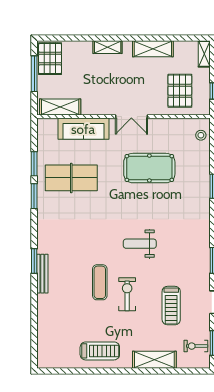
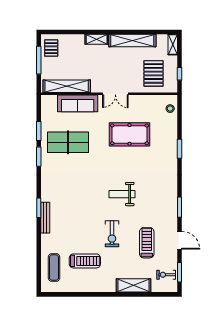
shelving: (153, 49) -> (132, 40), width x1.47
pallet: (50, 59) -> (51, 48), width x0.67, depth x0.71
shelving: (60, 107) -> (67, 86), width x1.47
exercise mat: (100, 282) -> (54, 268), moved
exercise bike: (127, 294) -> (112, 234), turned 180
treadmill: (171, 306) -> (147, 243), turned 180
treadmill: (100, 351) -> (85, 261), moved

